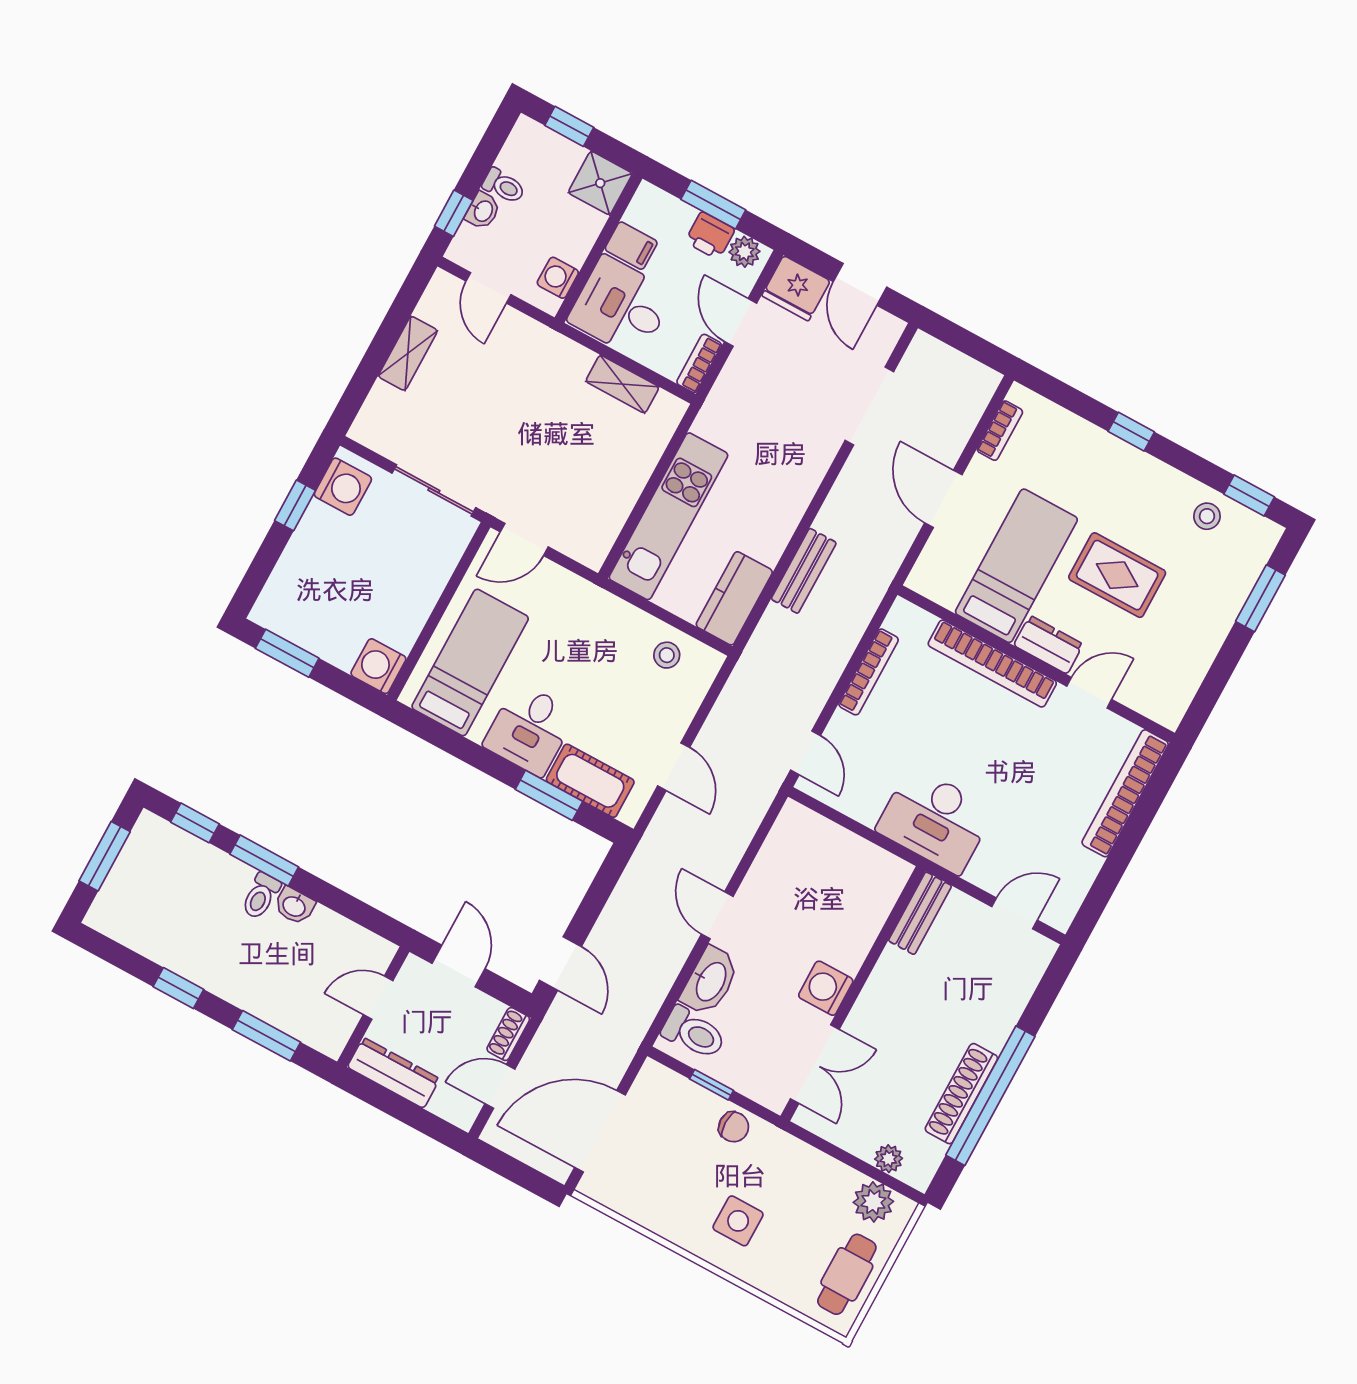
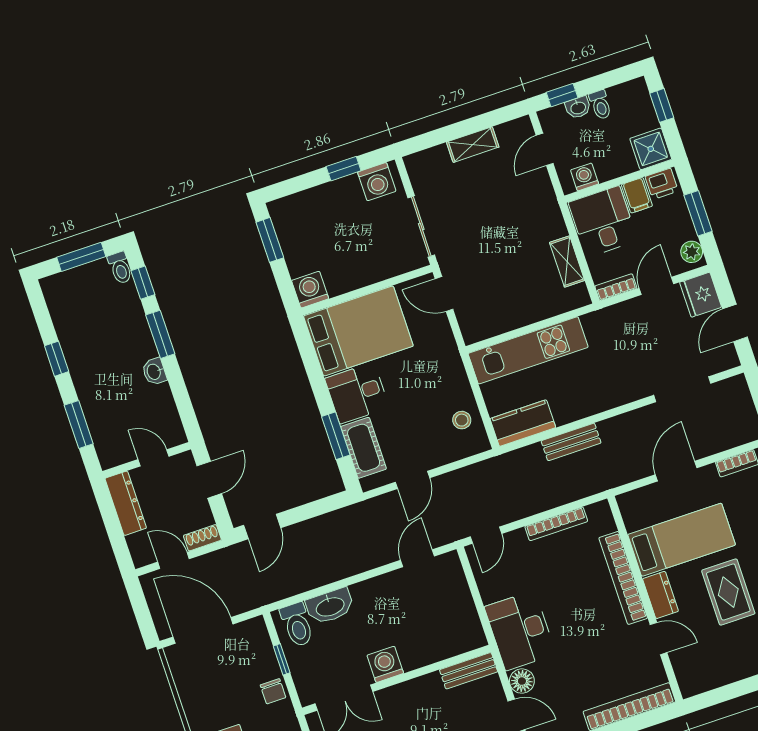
printer: (710, 236) -> (662, 184), moved, turned -90
bed: (470, 662) -> (358, 331), width x1.50
floor lamp: (987, 872) -> (522, 681), added
toilet: (261, 896) -> (120, 268), moved, turned -90
door: (717, 915) -> (417, 558), moved

